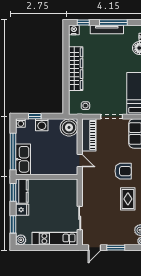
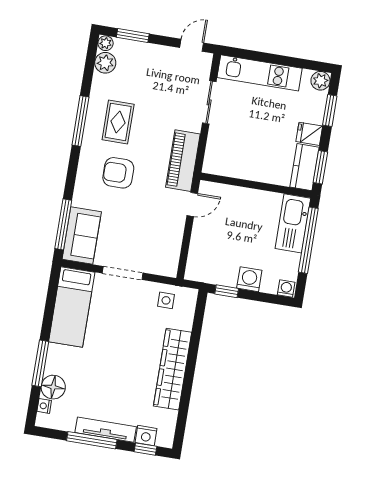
nightstand: (74, 30) -> (146, 436), moved
window: (35, 116) -> (227, 291), moved
boiler: (69, 127) -> (202, 266), removed
piano: (89, 135) -> (183, 161), moved
door: (80, 161) -> (192, 204), swing flipped
window: (116, 248) -> (133, 35), moved

